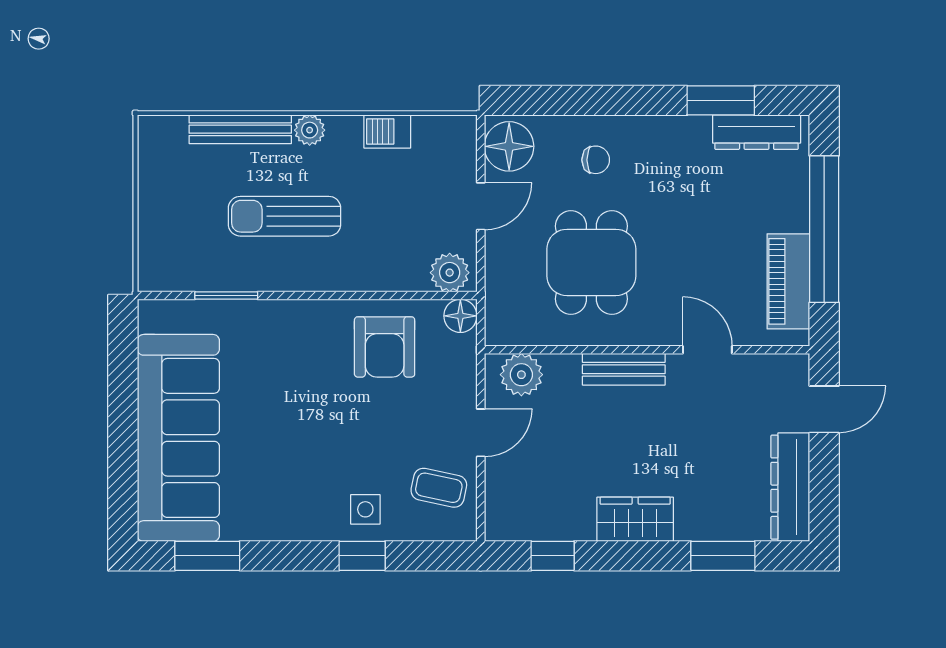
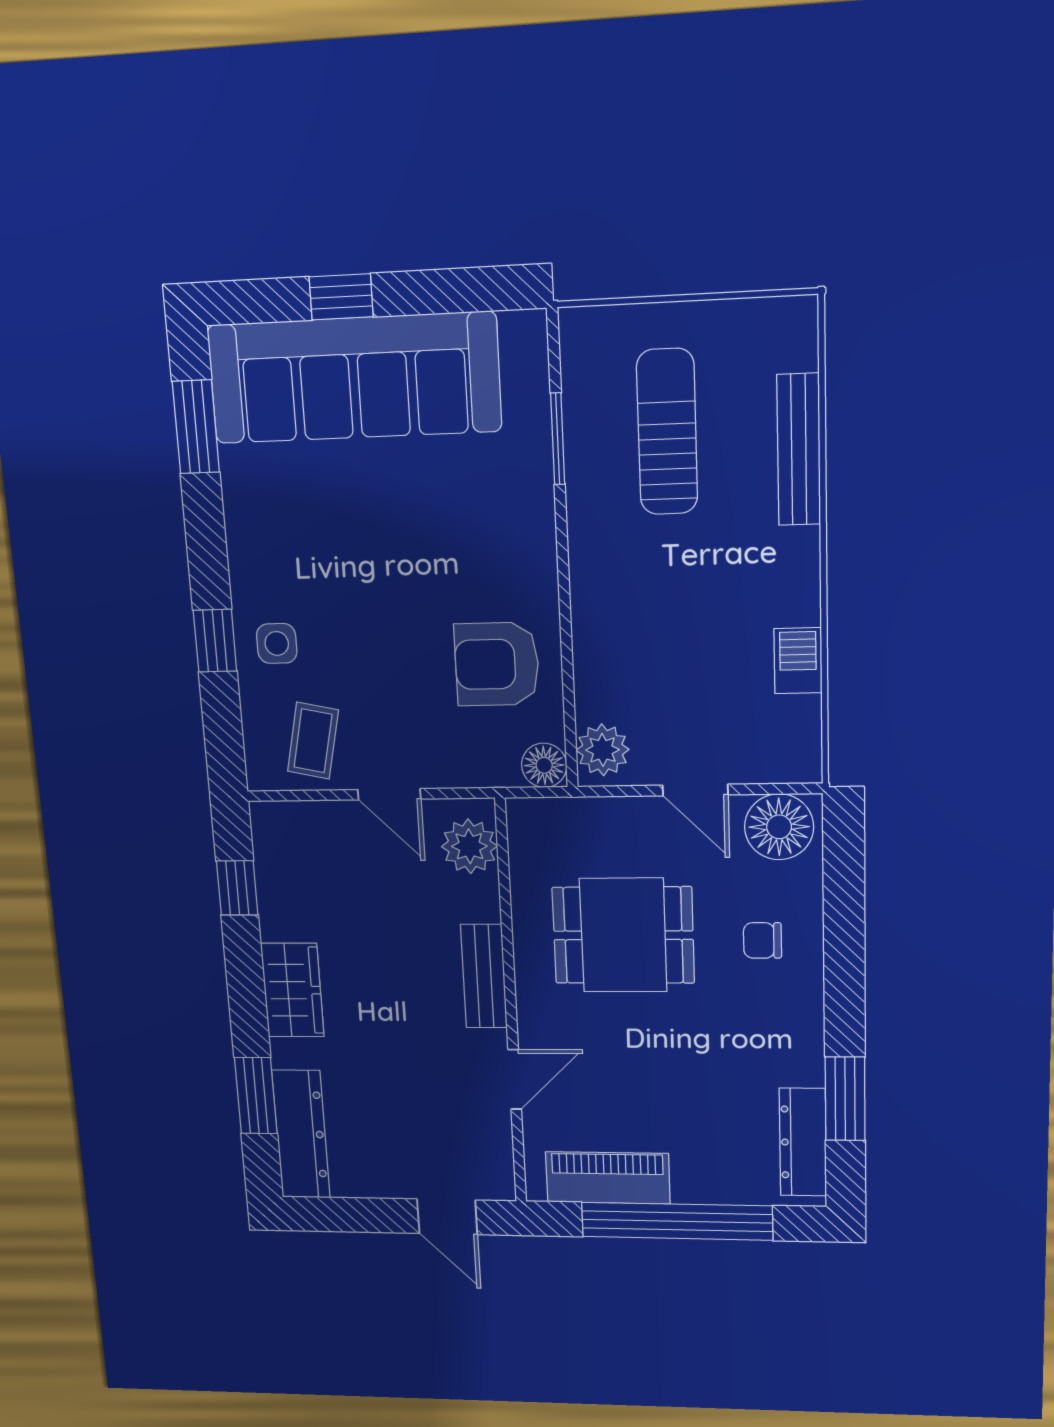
plant: (310, 130) -> (799, 551), removed
chair: (596, 160) -> (762, 940), turned 90
sun lounger: (285, 216) -> (667, 432), moved
window: (123, 443) -> (341, 297), added
dresser: (790, 487) -> (301, 1134), moved, turned 90

